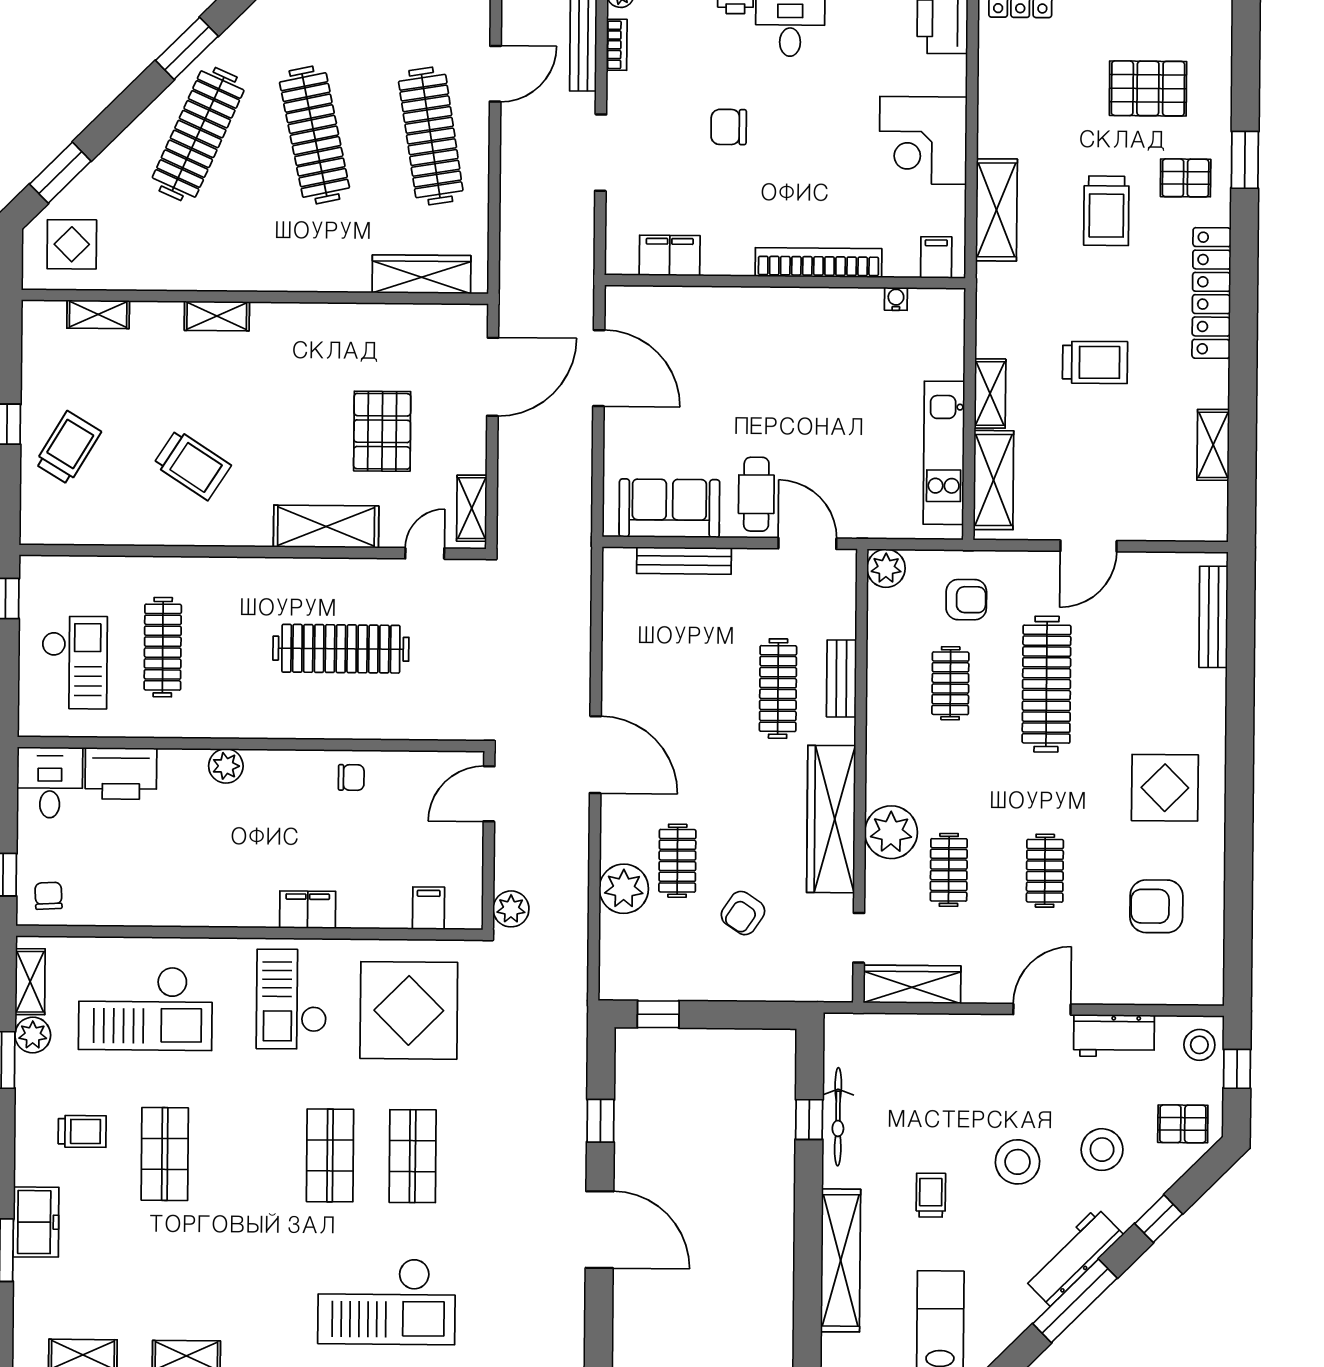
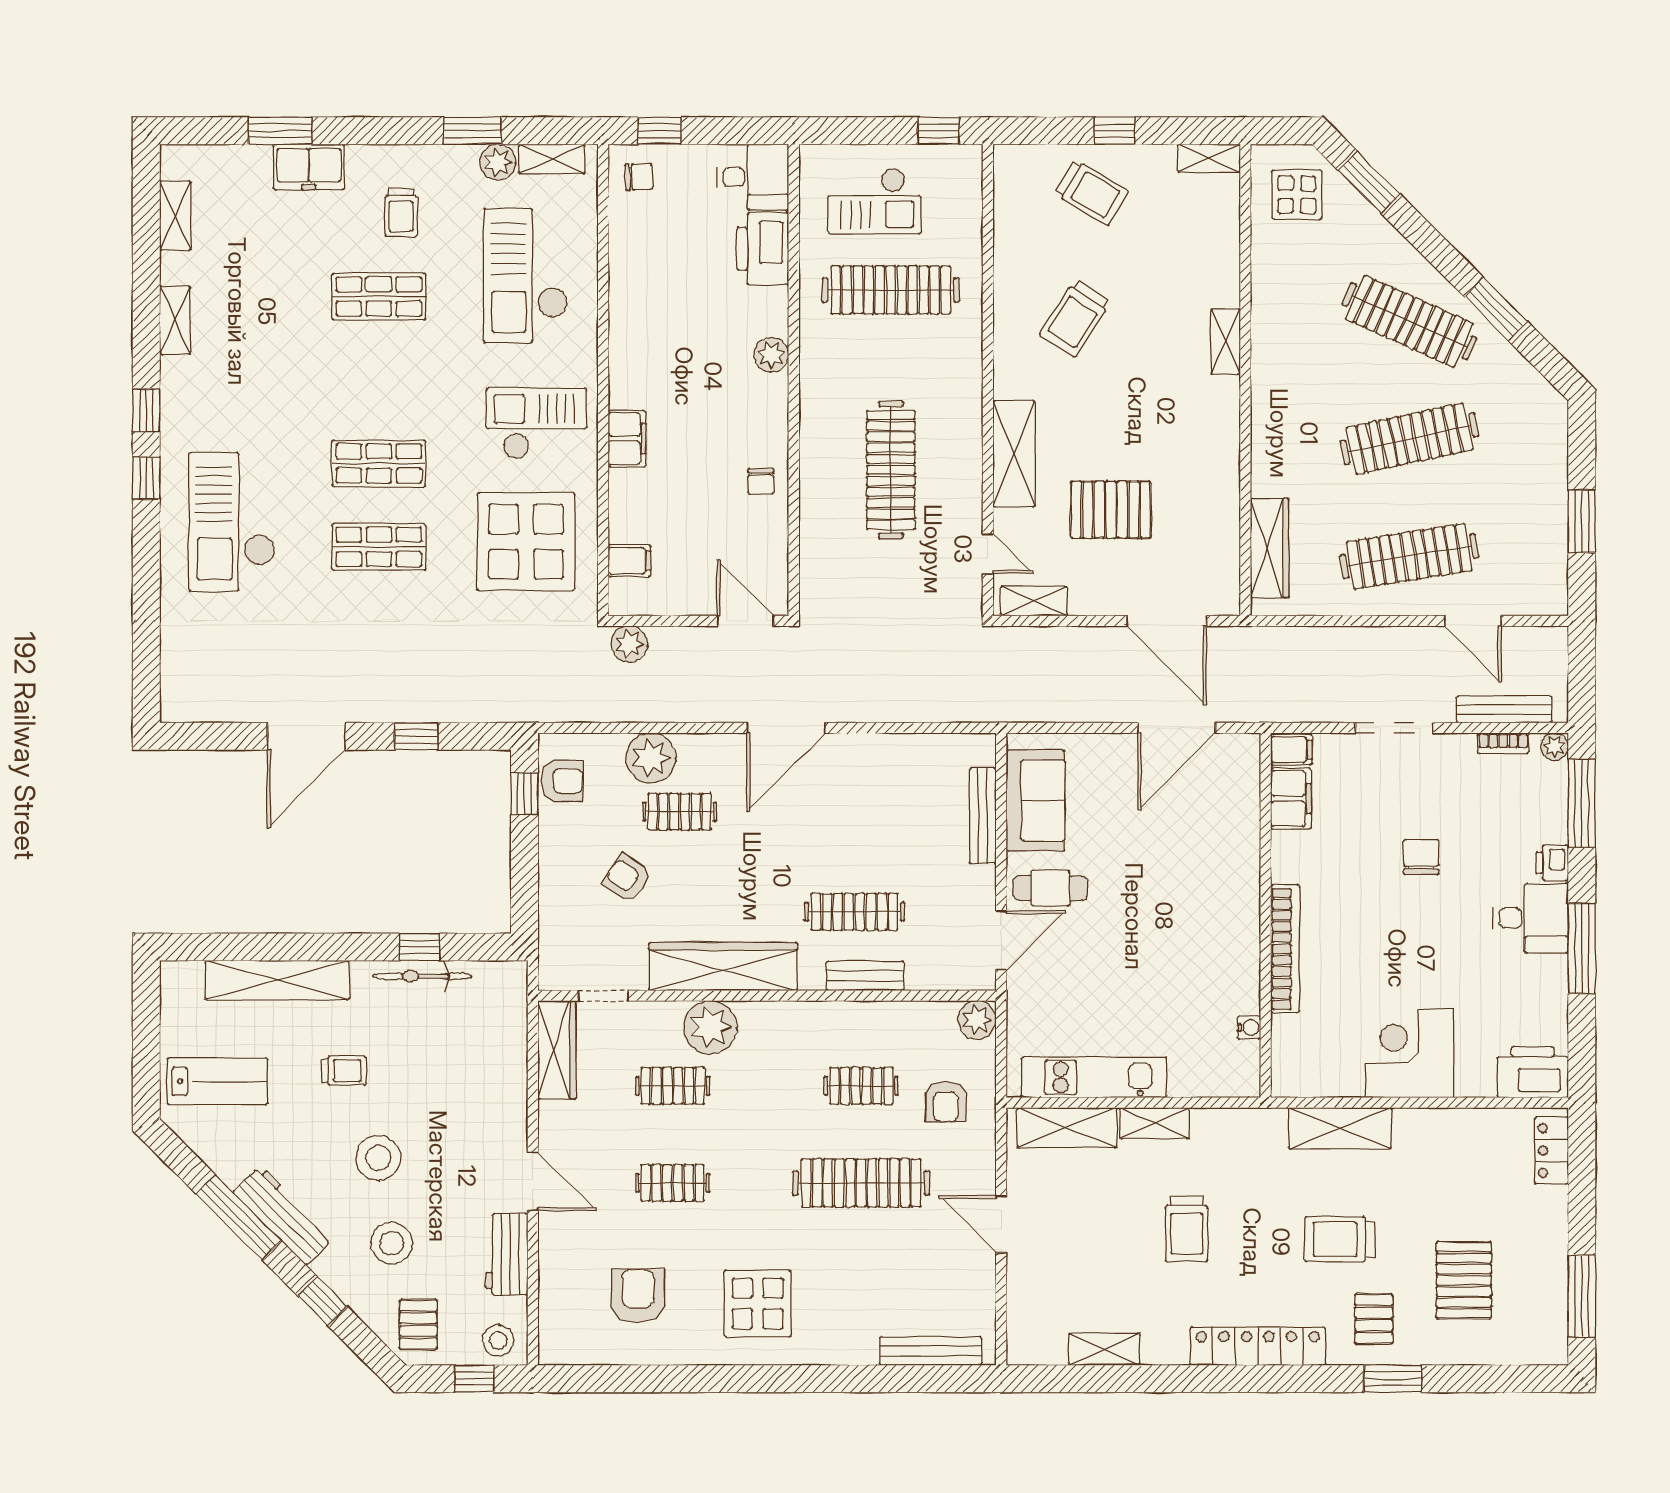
filing cabinet: (936, 257) -> (1291, 750), moved
shelving: (98, 314) -> (1209, 158), moved, turned 90
clothes rail: (163, 647) -> (891, 290), width x1.37, depth x1.31
armchair: (646, 977) -> (562, 781), added

